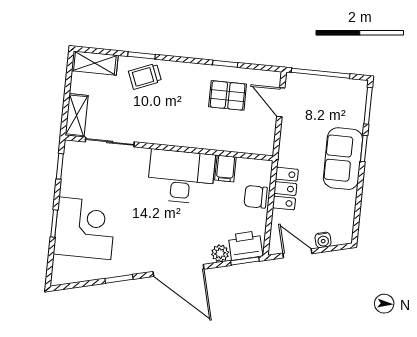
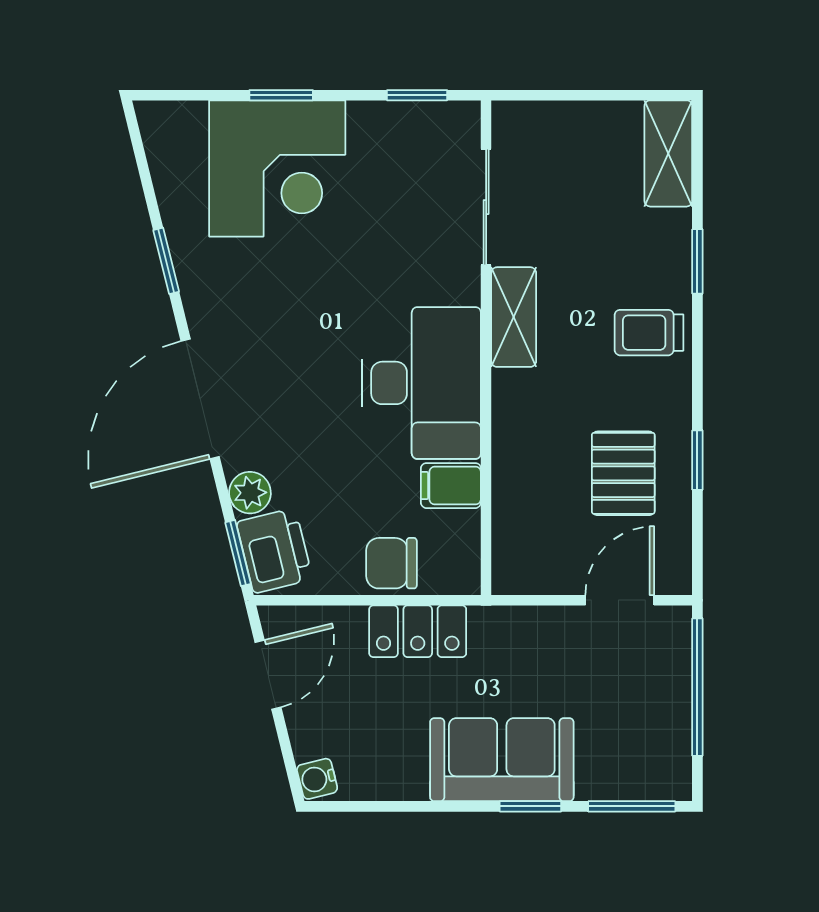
trolley: (145, 76) -> (649, 333), moved, turned -68
shelving: (77, 115) -> (514, 317), moved, turned 90
chair: (256, 197) -> (391, 563), turned -90
water cooler: (323, 240) -> (317, 779), moved

